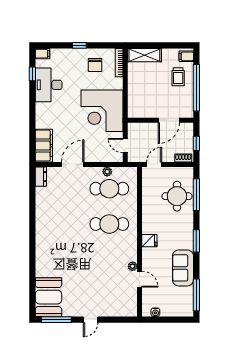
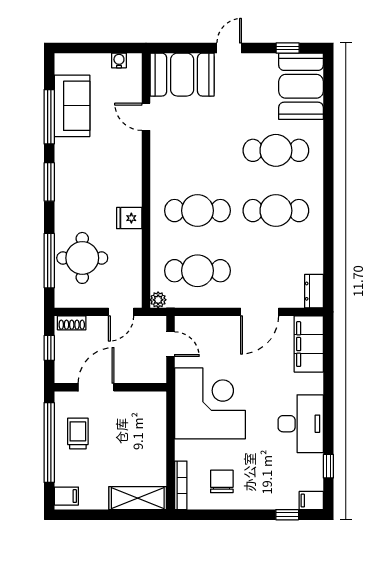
window: (79, 45) -> (287, 515), moved
trolley: (178, 77) -> (78, 434), moved
desk: (49, 85) -> (301, 424), moved
plant: (107, 172) -> (158, 300), moved
cafe table: (63, 224) -> (276, 211), added
fridge: (149, 241) -> (129, 218), moved
cafe table: (63, 259) -> (276, 150), added
plant: (132, 266) -> (158, 139), removed
sofa: (183, 268) -> (72, 106), moved
window: (196, 295) -> (49, 117), moved
booth: (118, 304) -> (182, 75), added
window: (56, 320) -> (288, 48), width x0.46

